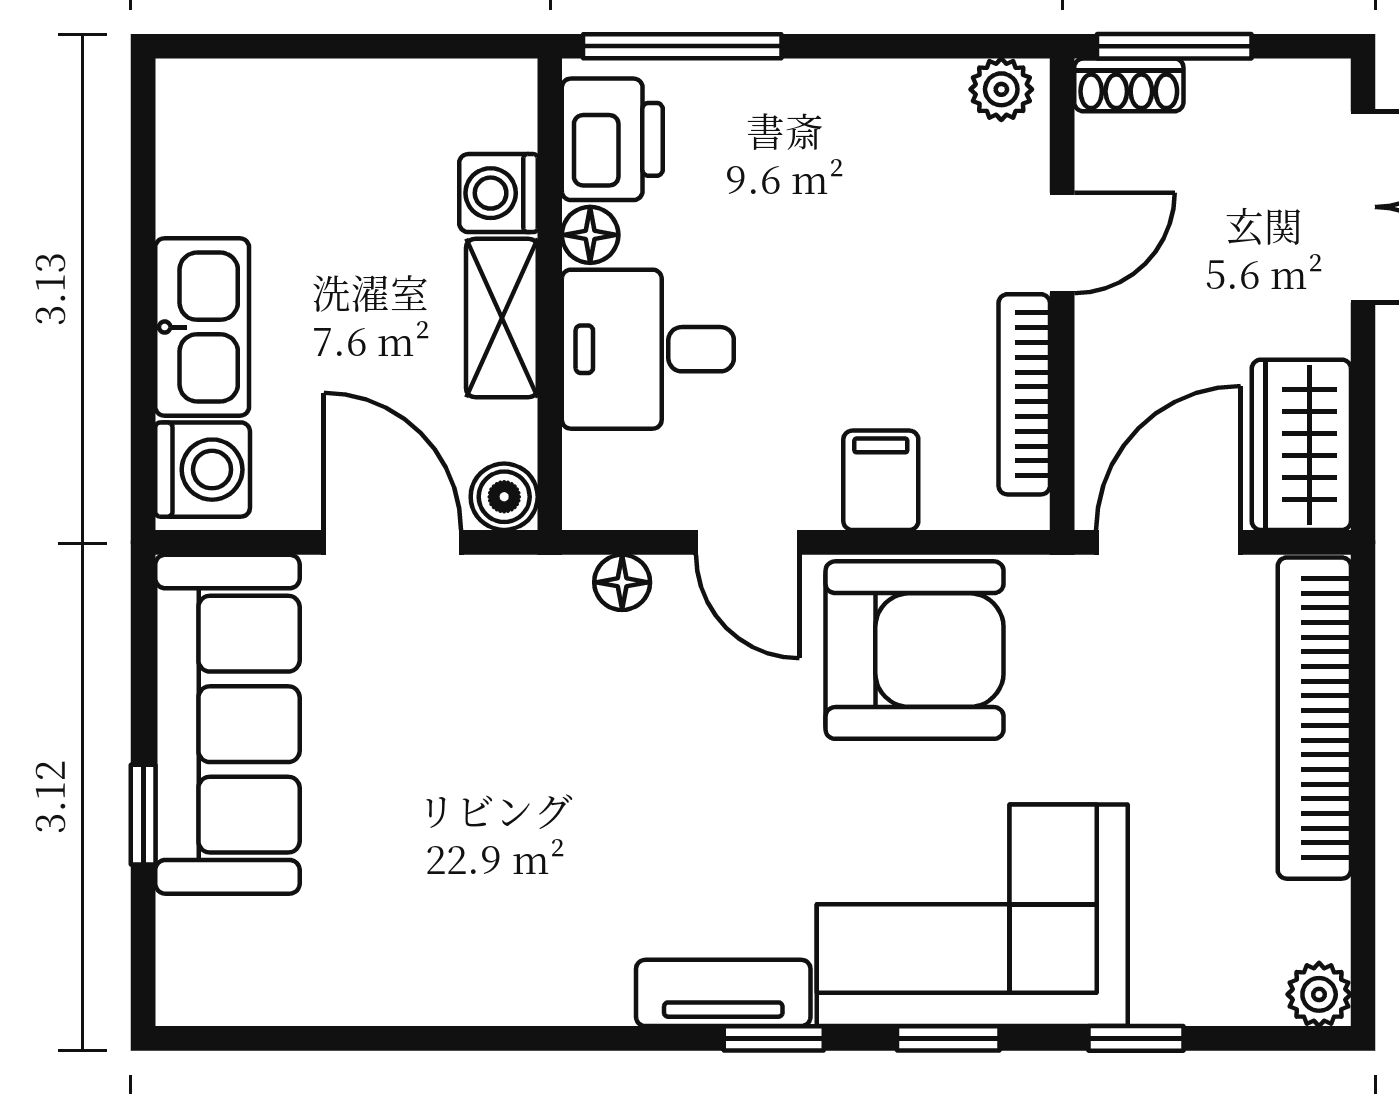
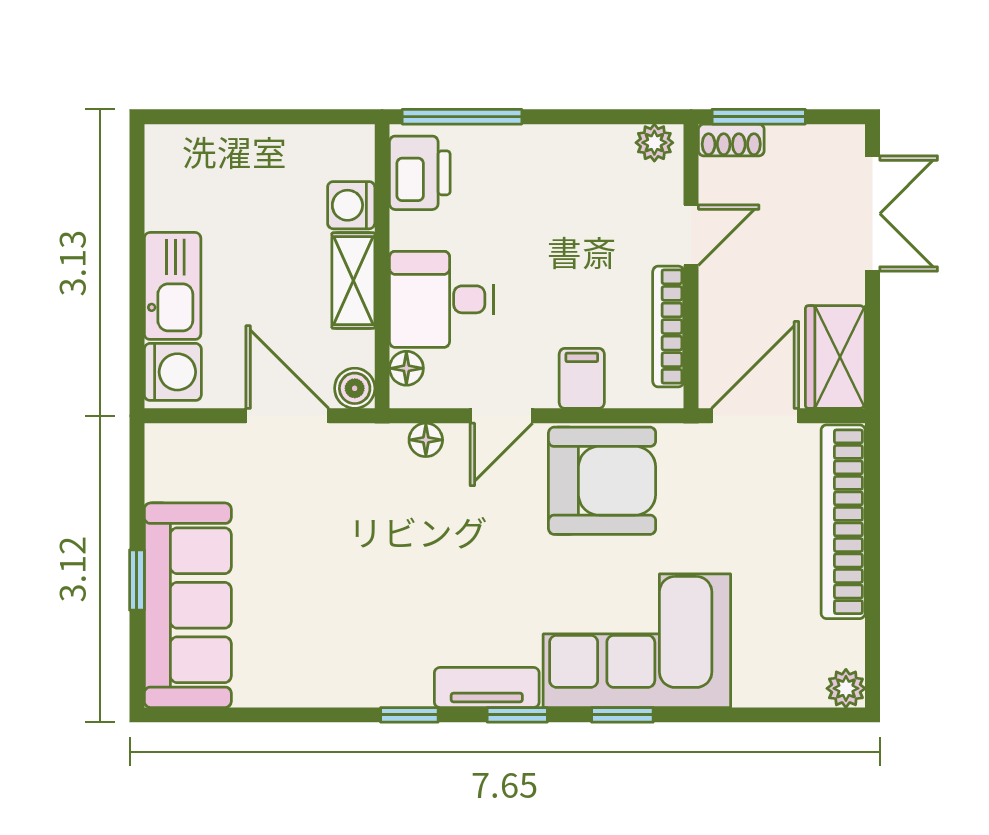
floor lamp: (590, 235) -> (406, 368), moved
door: (748, 542) -> (501, 416), hinge flipped
sofa: (227, 724) -> (188, 605), moved
window: (1136, 1038) -> (409, 715), moved

